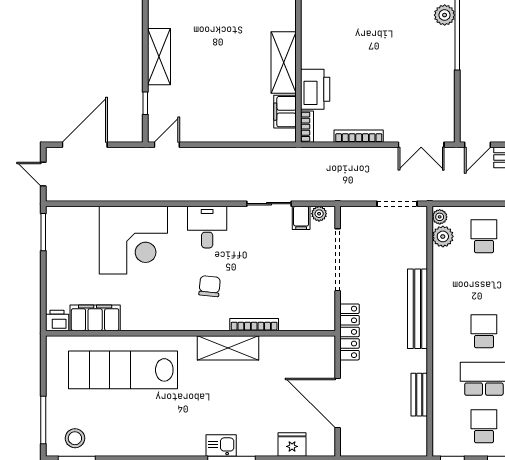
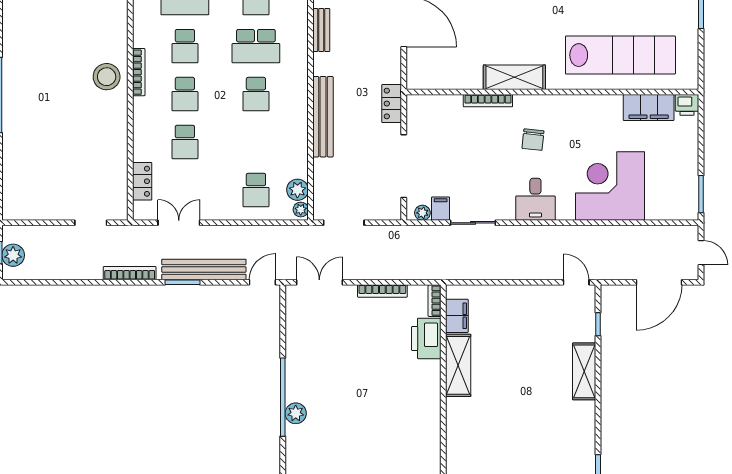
door: (167, 145) -> (576, 282), swing flipped
locker: (350, 332) -> (392, 104), width x0.66

